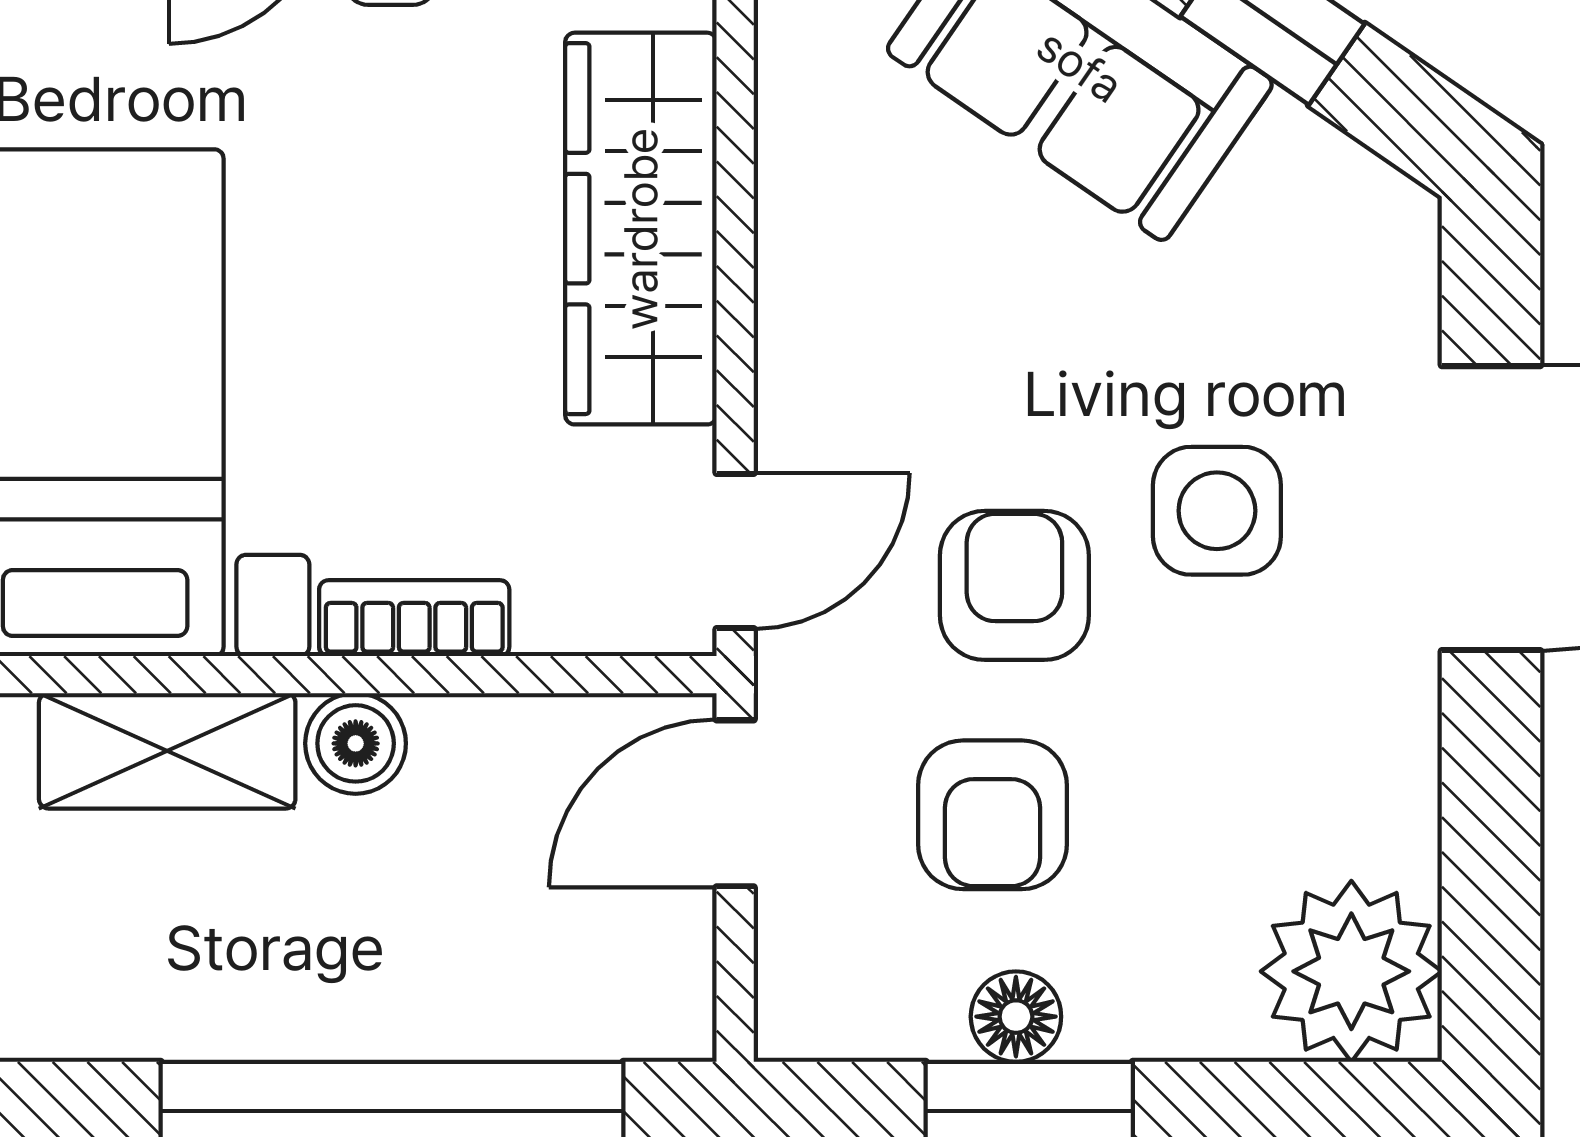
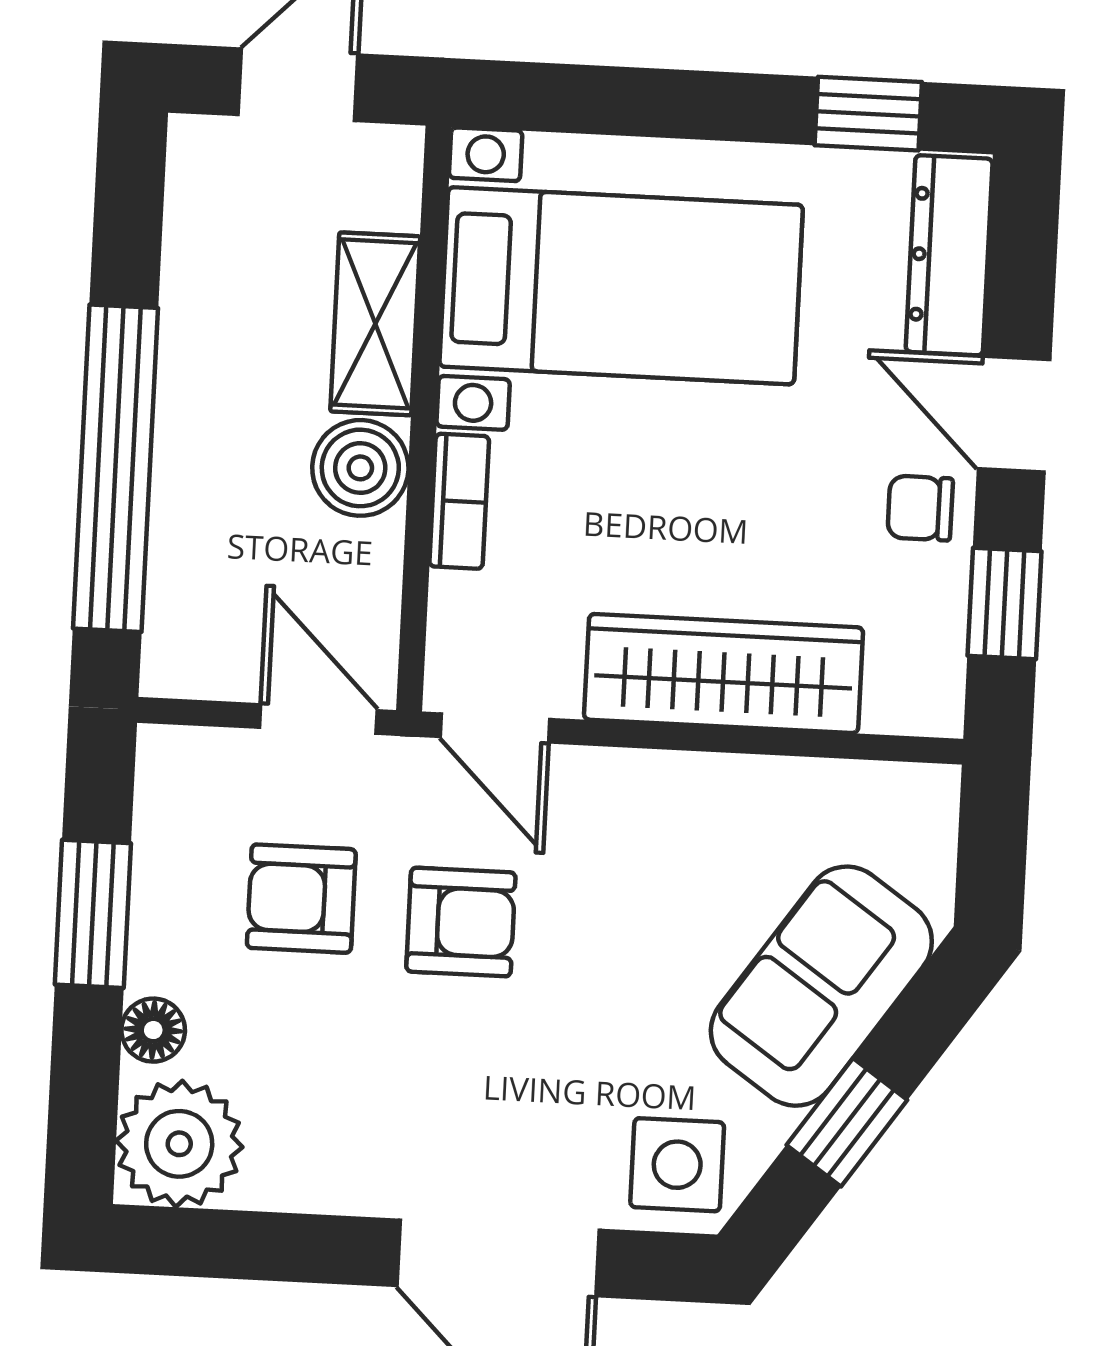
side table: (1217, 511) -> (677, 1165), moved
boiler: (356, 743) -> (360, 468), width x1.36, depth x1.36
floor lamp: (1016, 1017) -> (153, 1030), moved

